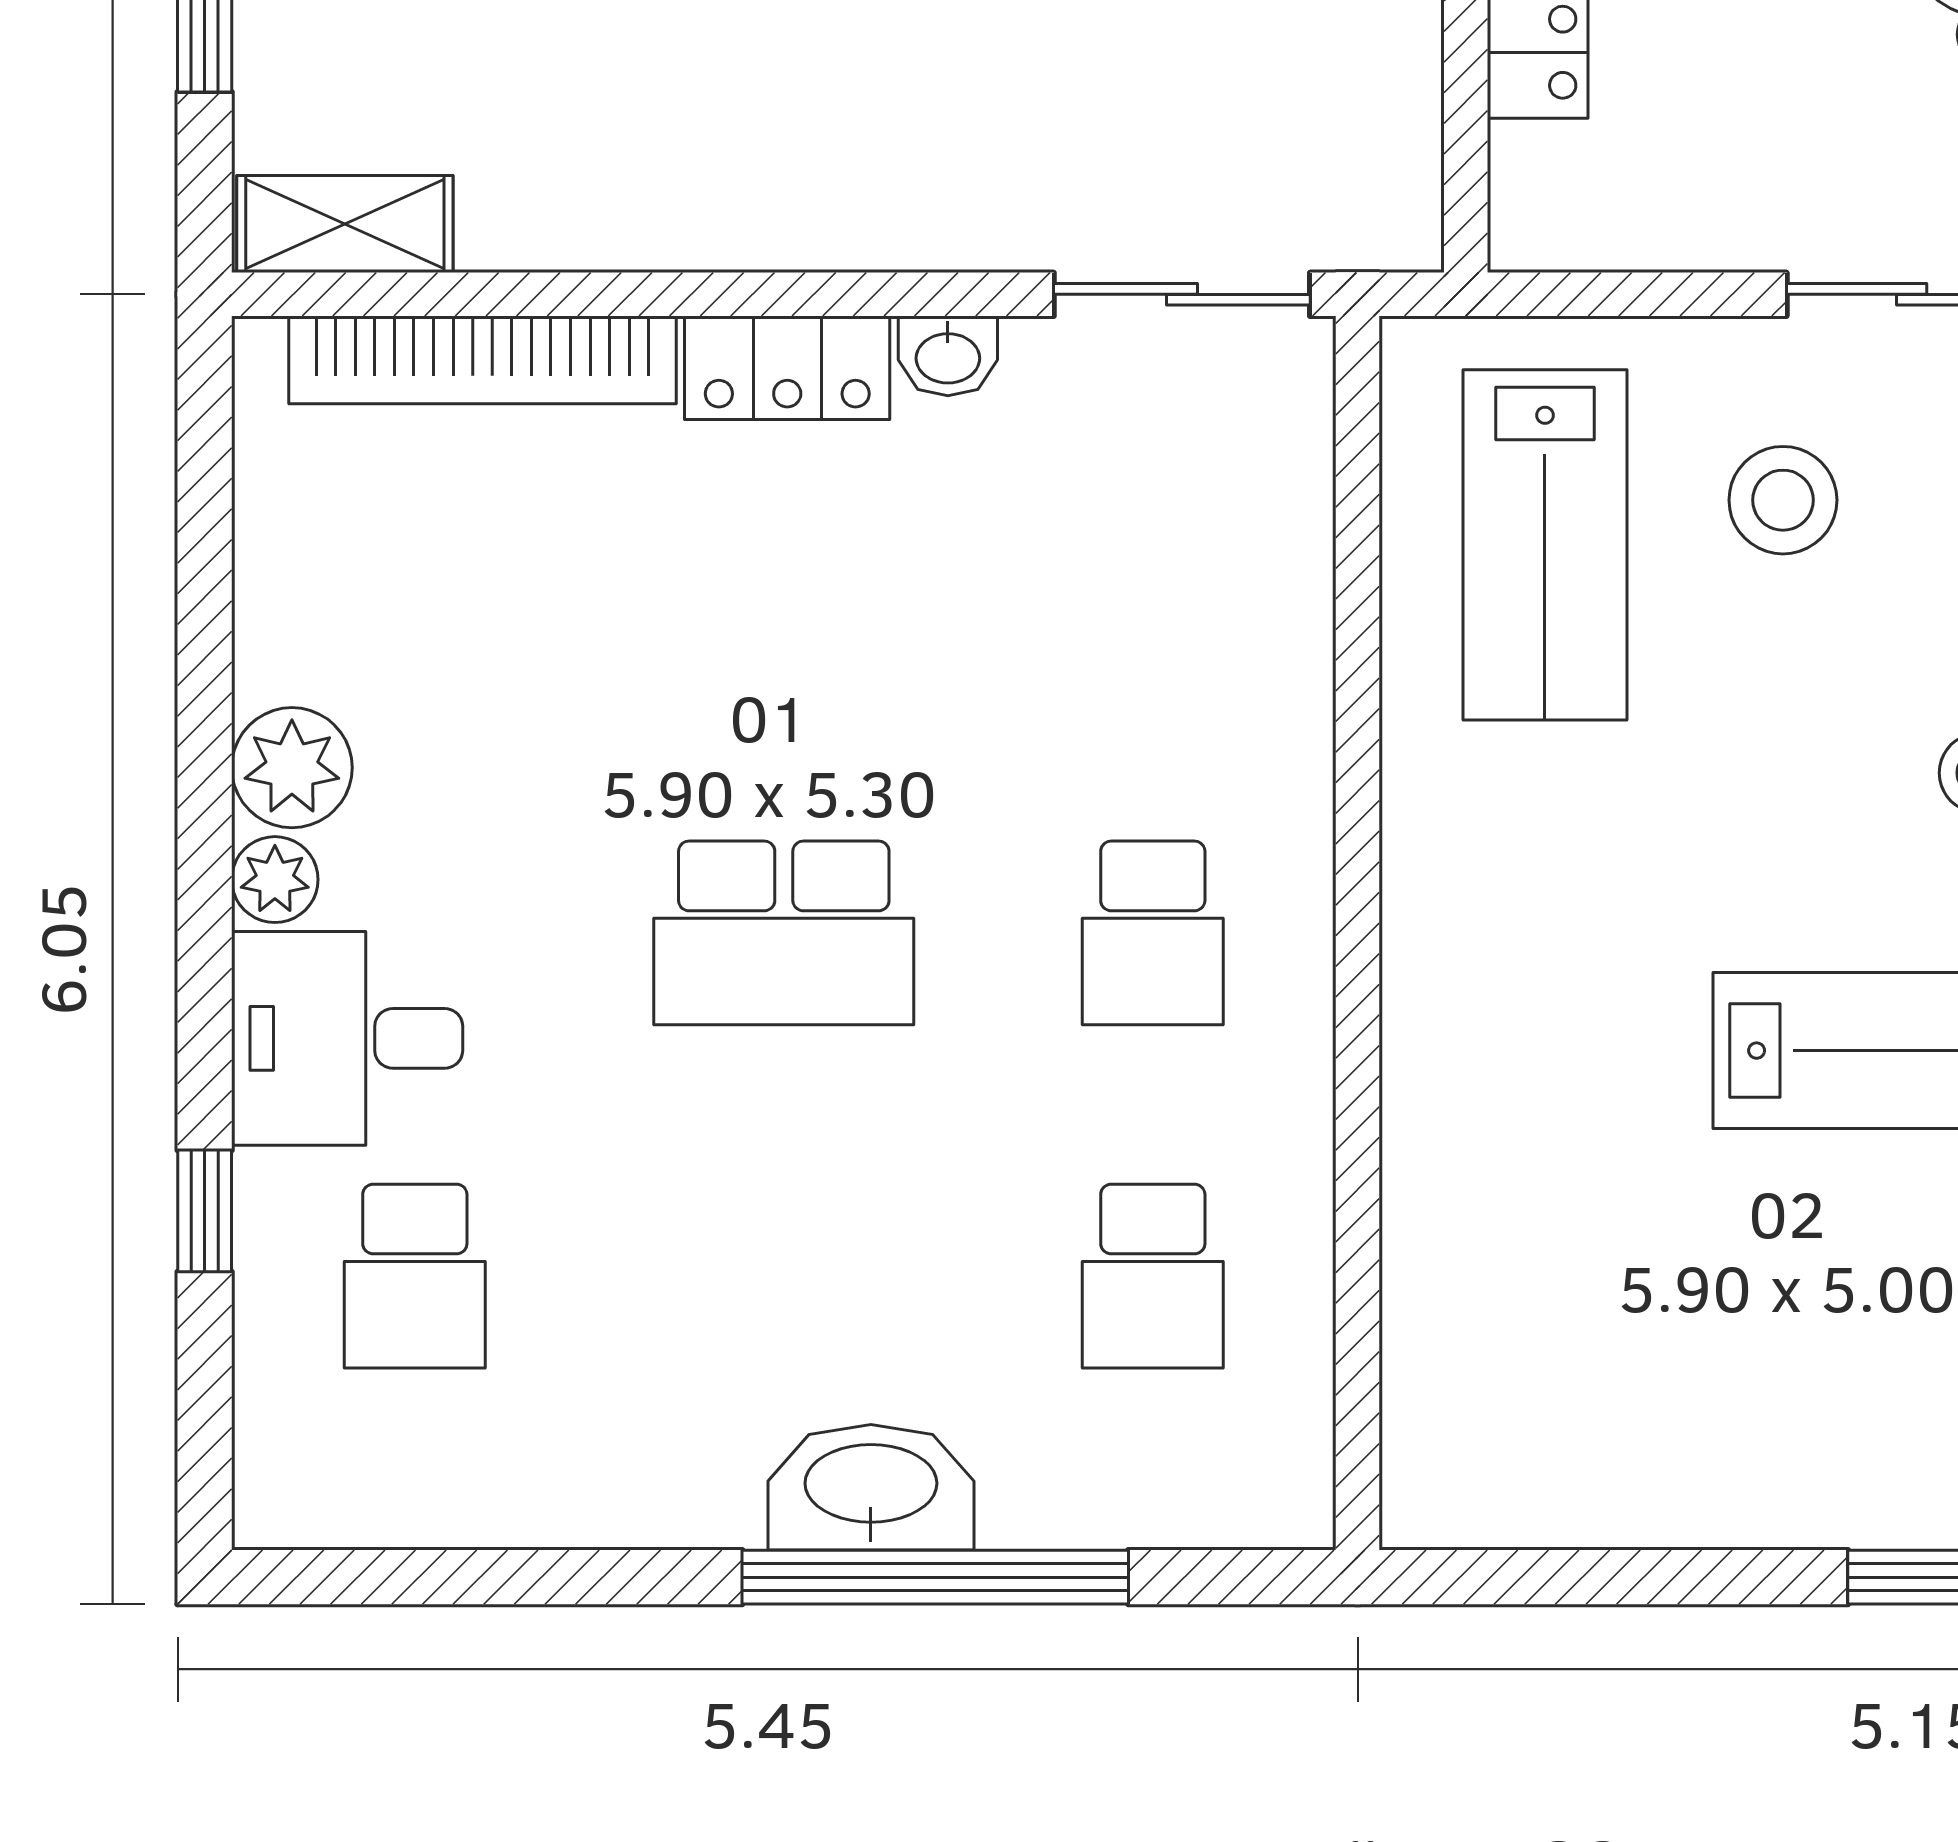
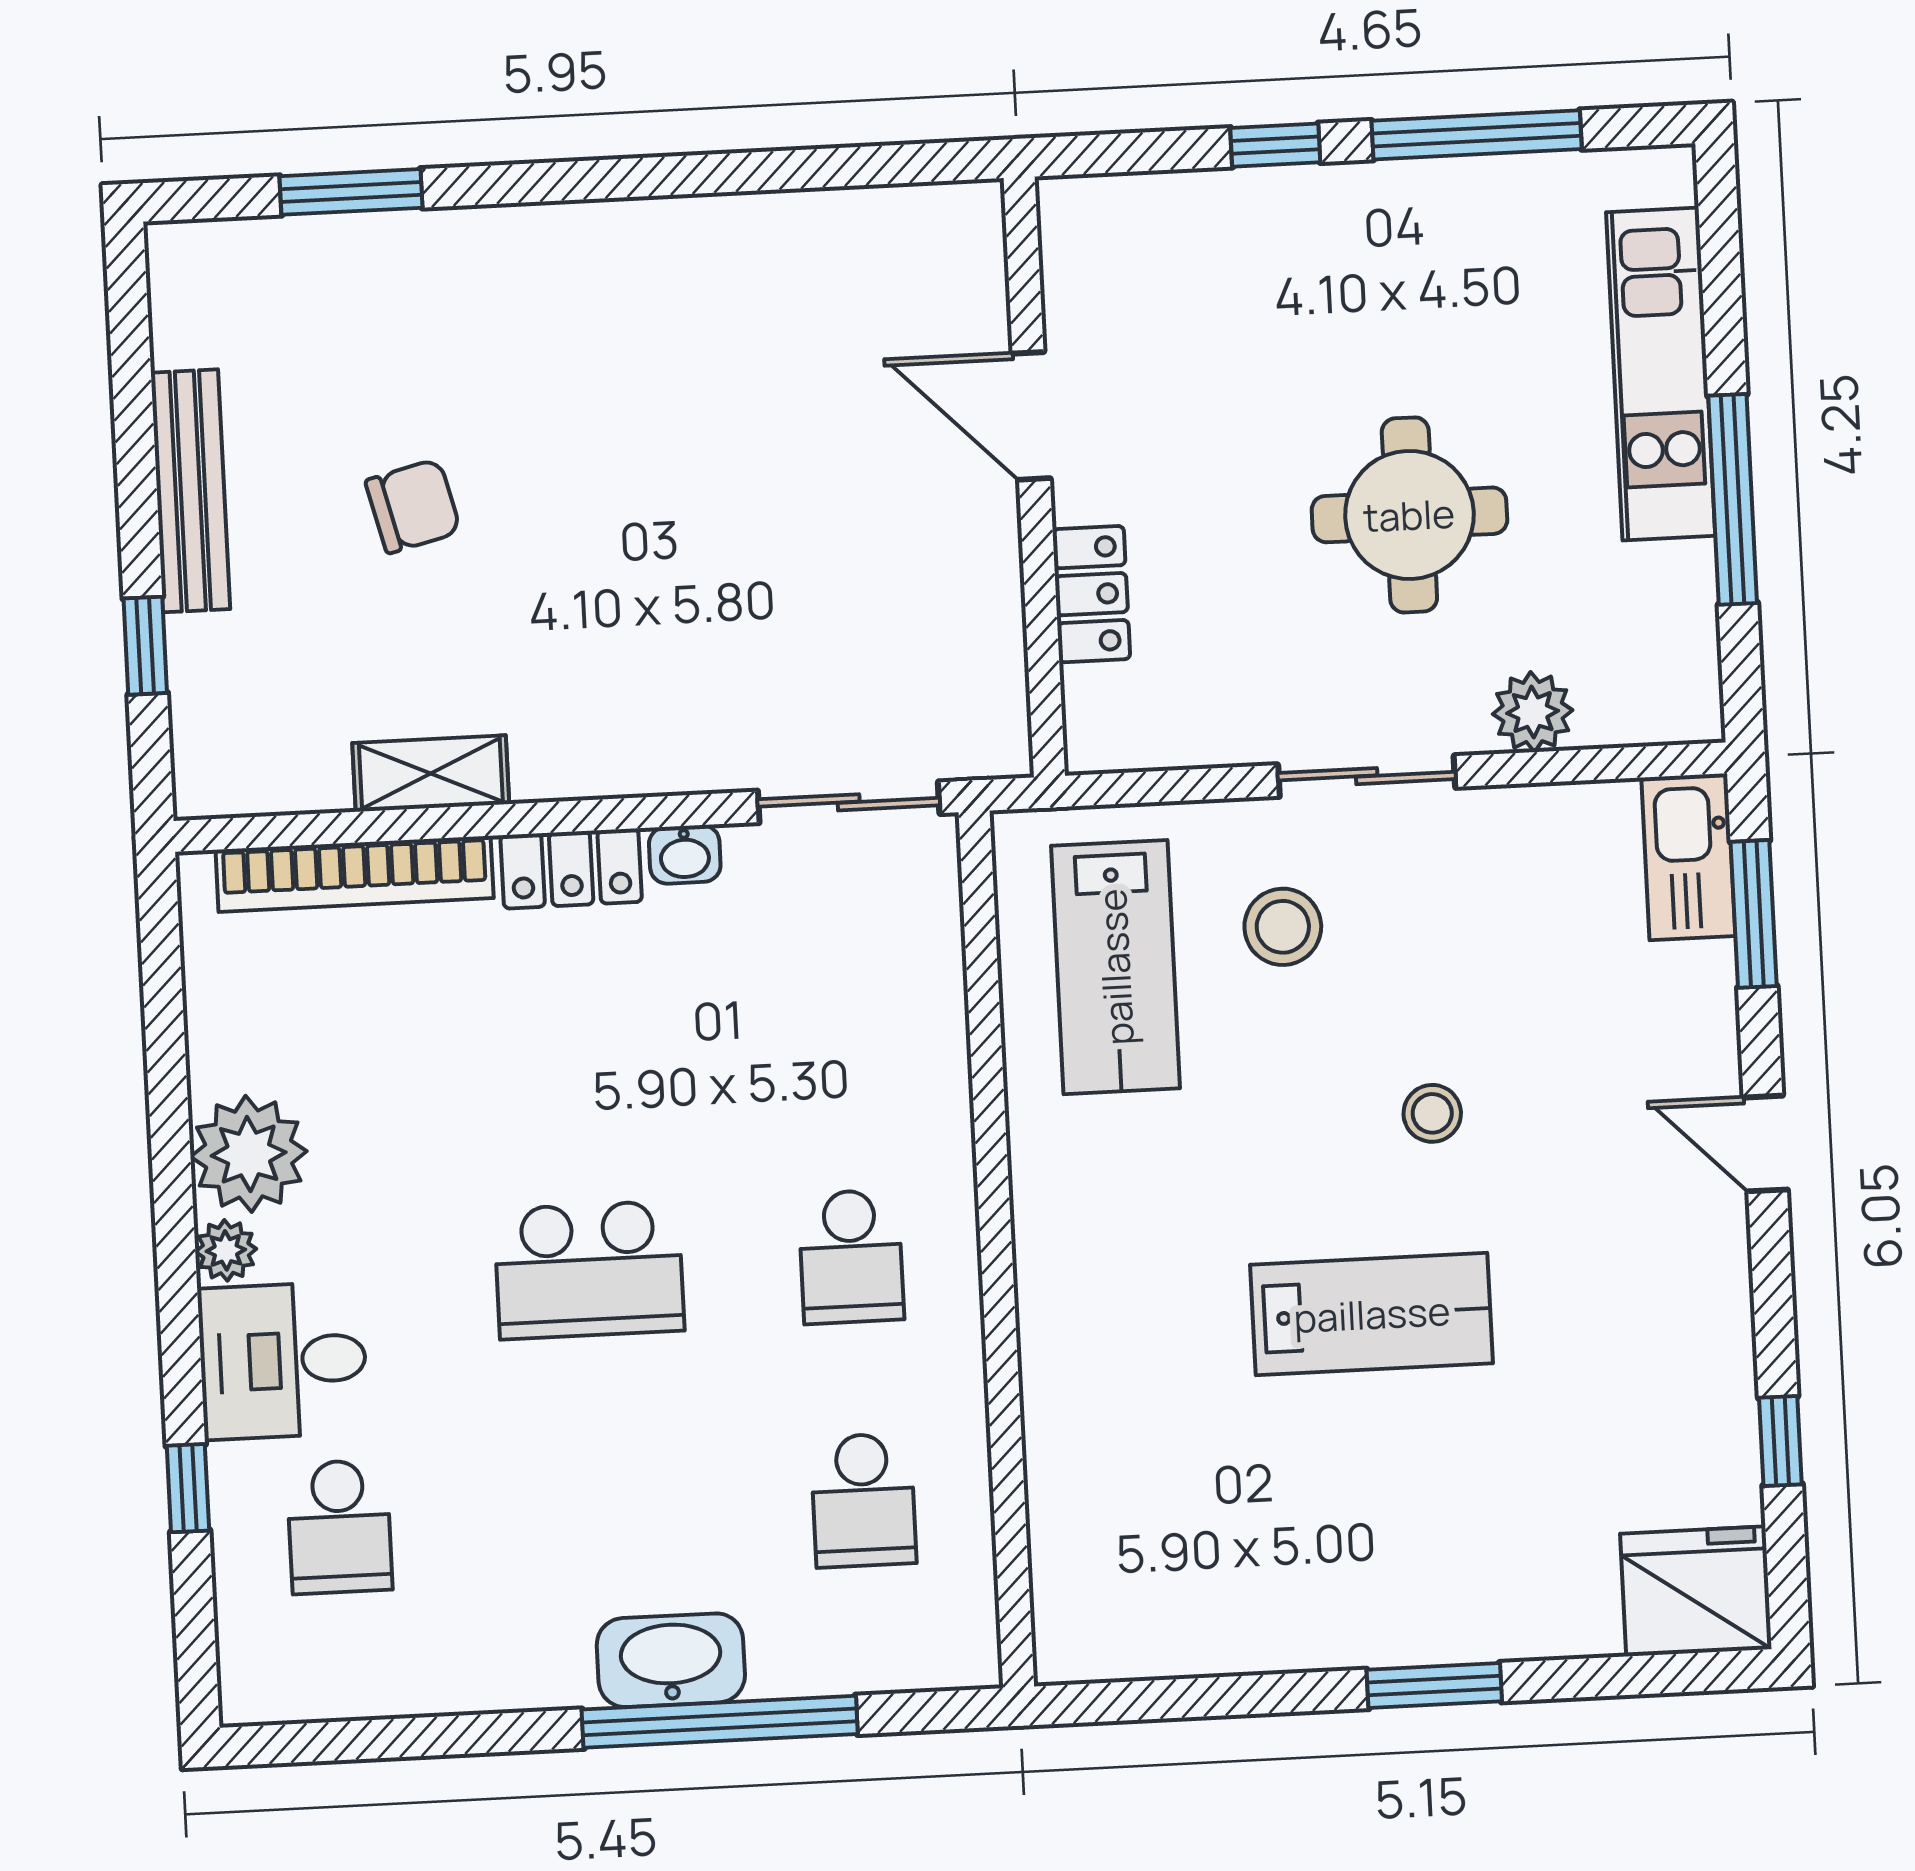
shelving: (345, 224) -> (431, 773), moved
plant: (292, 768) -> (249, 1154), width x1.36, depth x1.36

